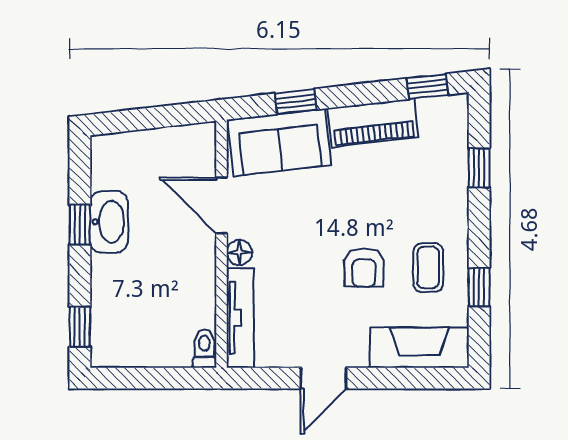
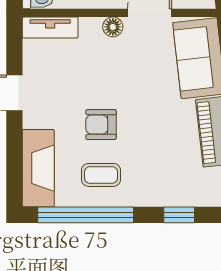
window: (479, 287) -> (86, 215), width x3.17
tv unit: (240, 318) -> (50, 28), width x0.71

